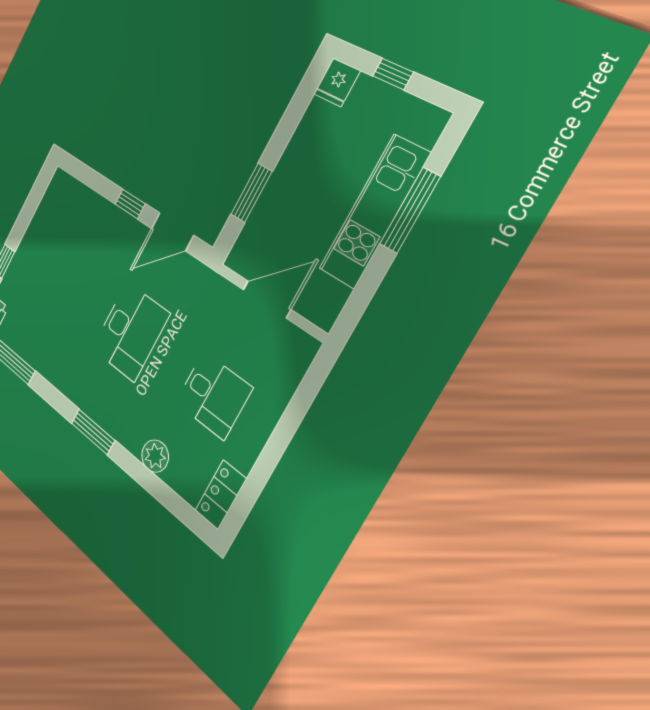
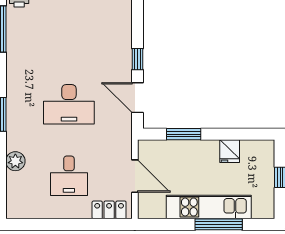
fridge: (337, 82) -> (230, 151), moved, turned -90
locker: (221, 495) -> (109, 210), moved

